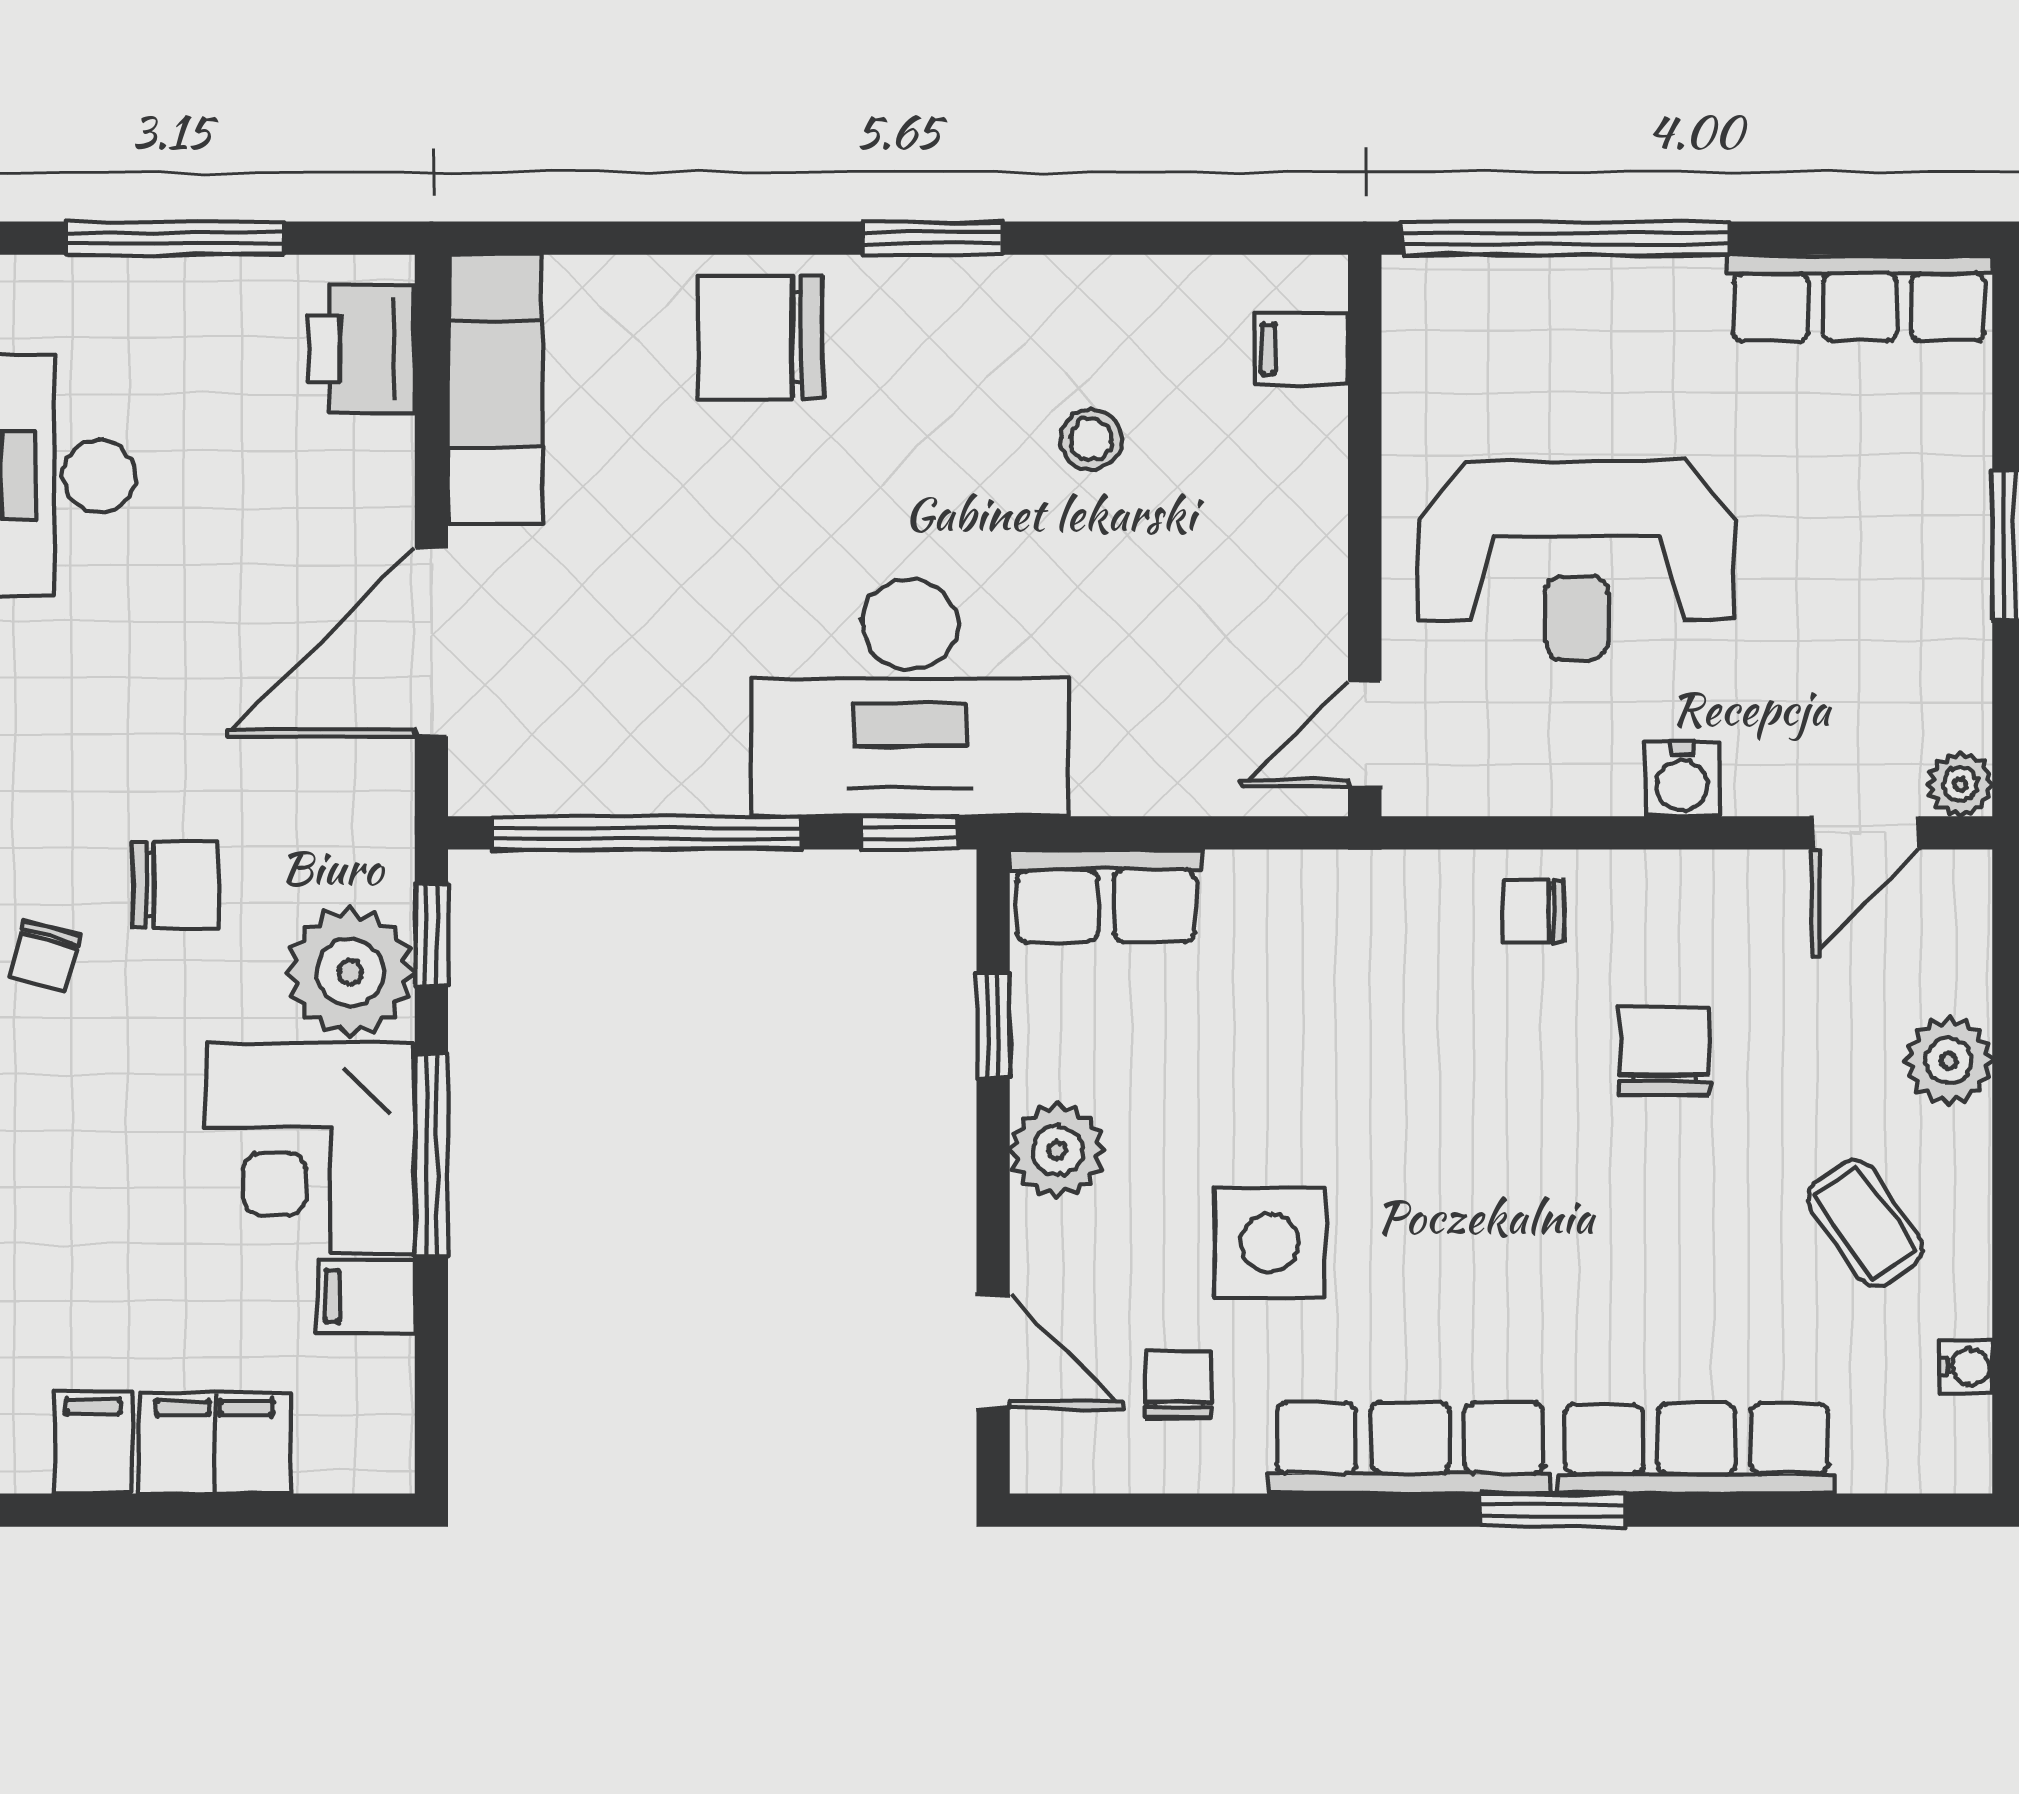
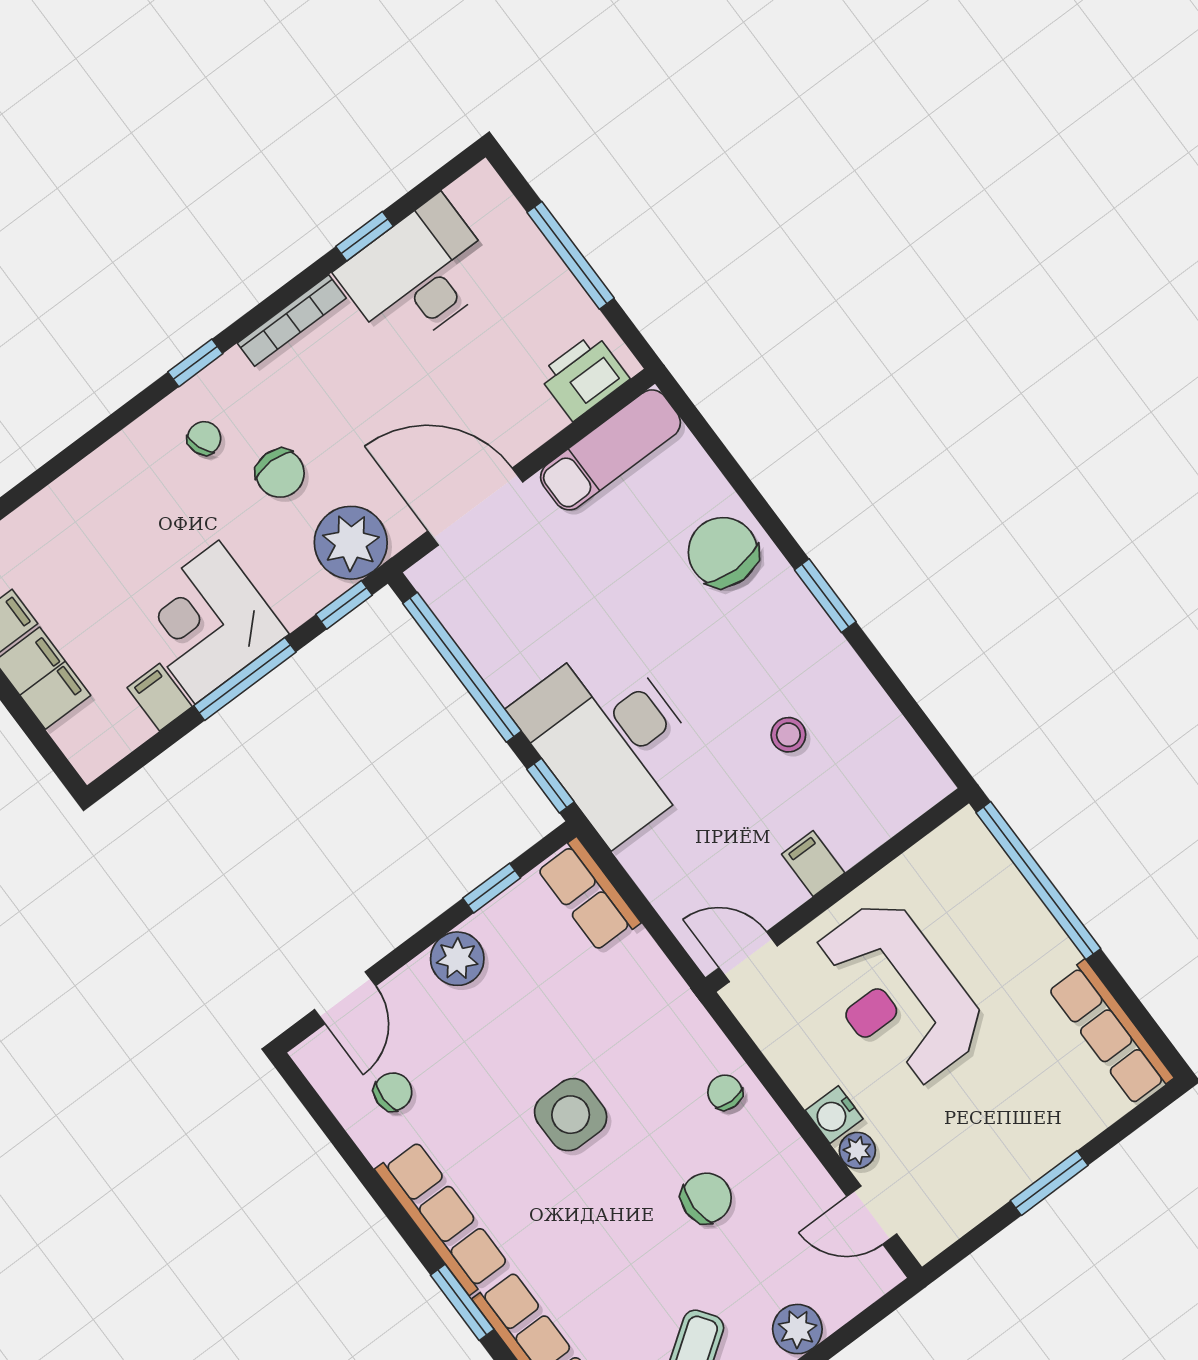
filing cabinet: (1301, 349) -> (813, 863), moved
plant: (1960, 784) -> (857, 1150), moved
chair: (44, 956) -> (204, 438), turned 144
plant: (350, 972) -> (351, 543), moved
side table: (1270, 1243) -> (571, 1115), moved

